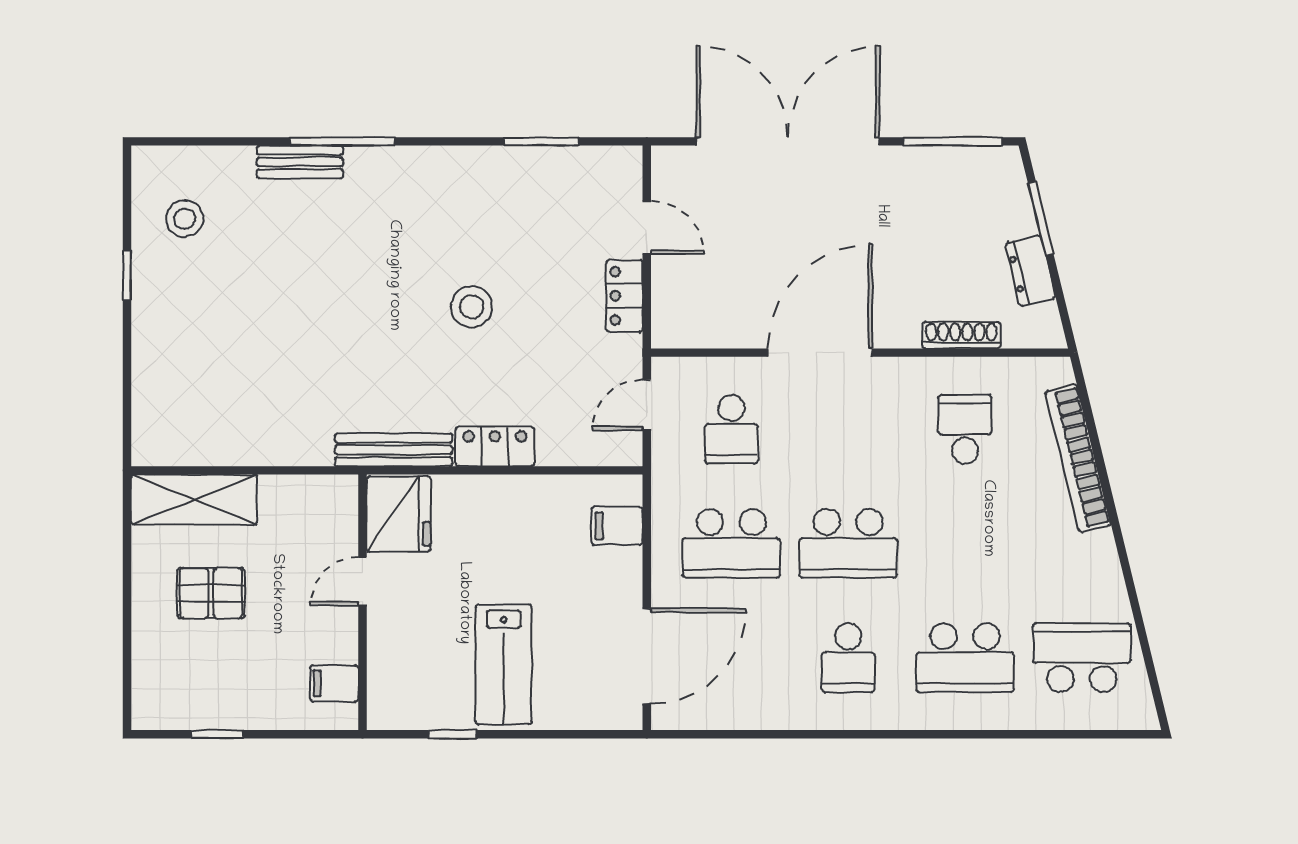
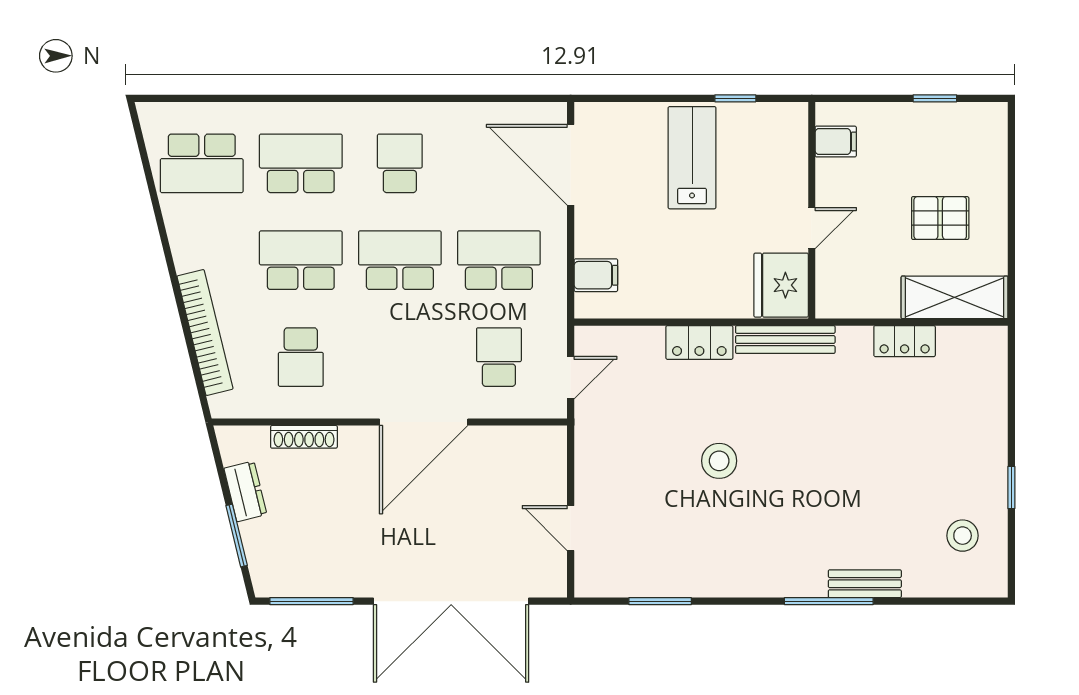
locker: (624, 296) -> (905, 341), moved, turned 90
school desk: (965, 543) -> (301, 260), added
door: (647, 656) -> (571, 165), hinge flipped

